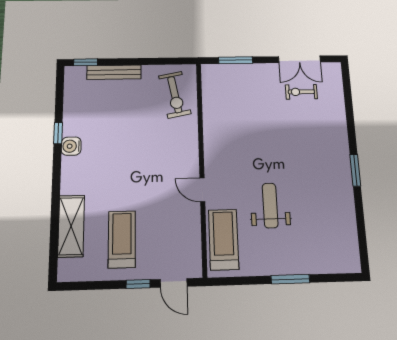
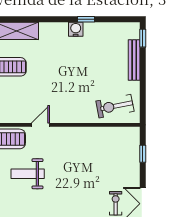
window: (236, 60) -> (143, 154), width x0.67
weight bench: (270, 205) -> (28, 174), turned 180

